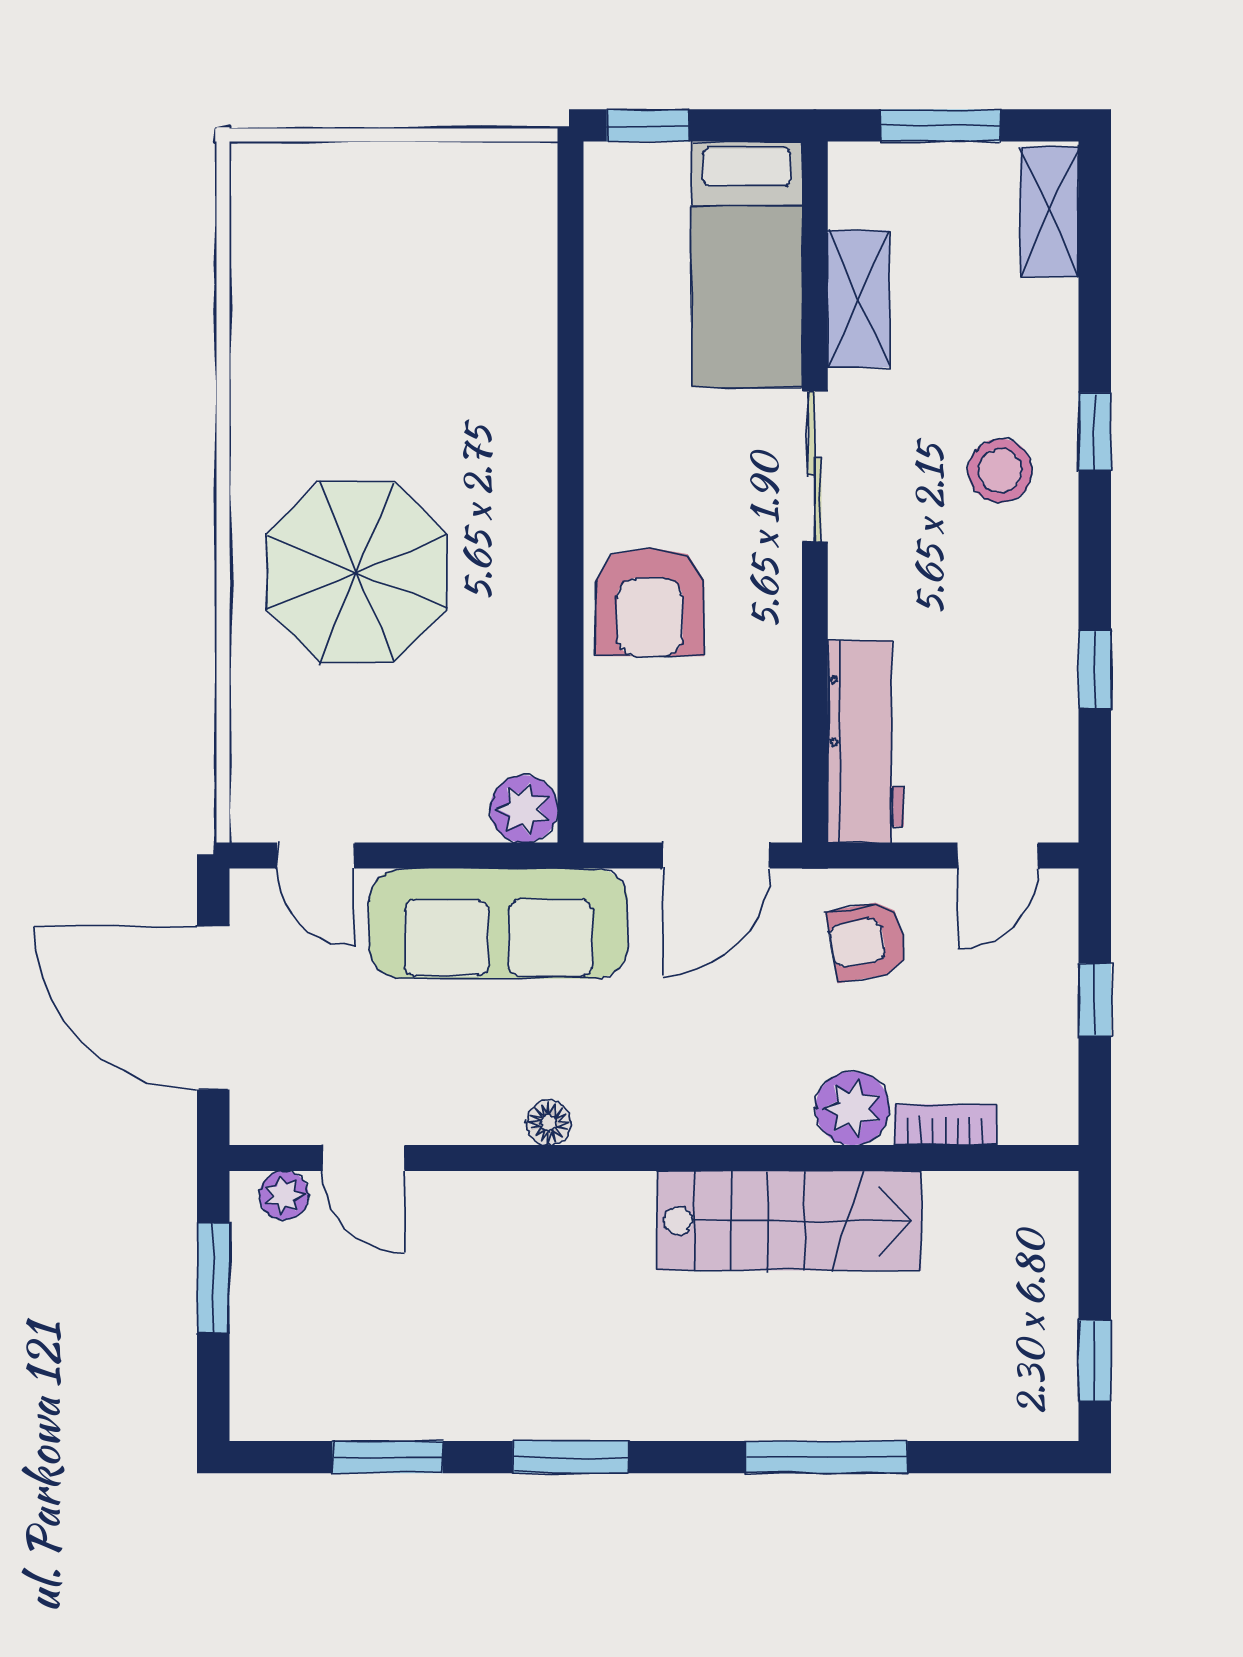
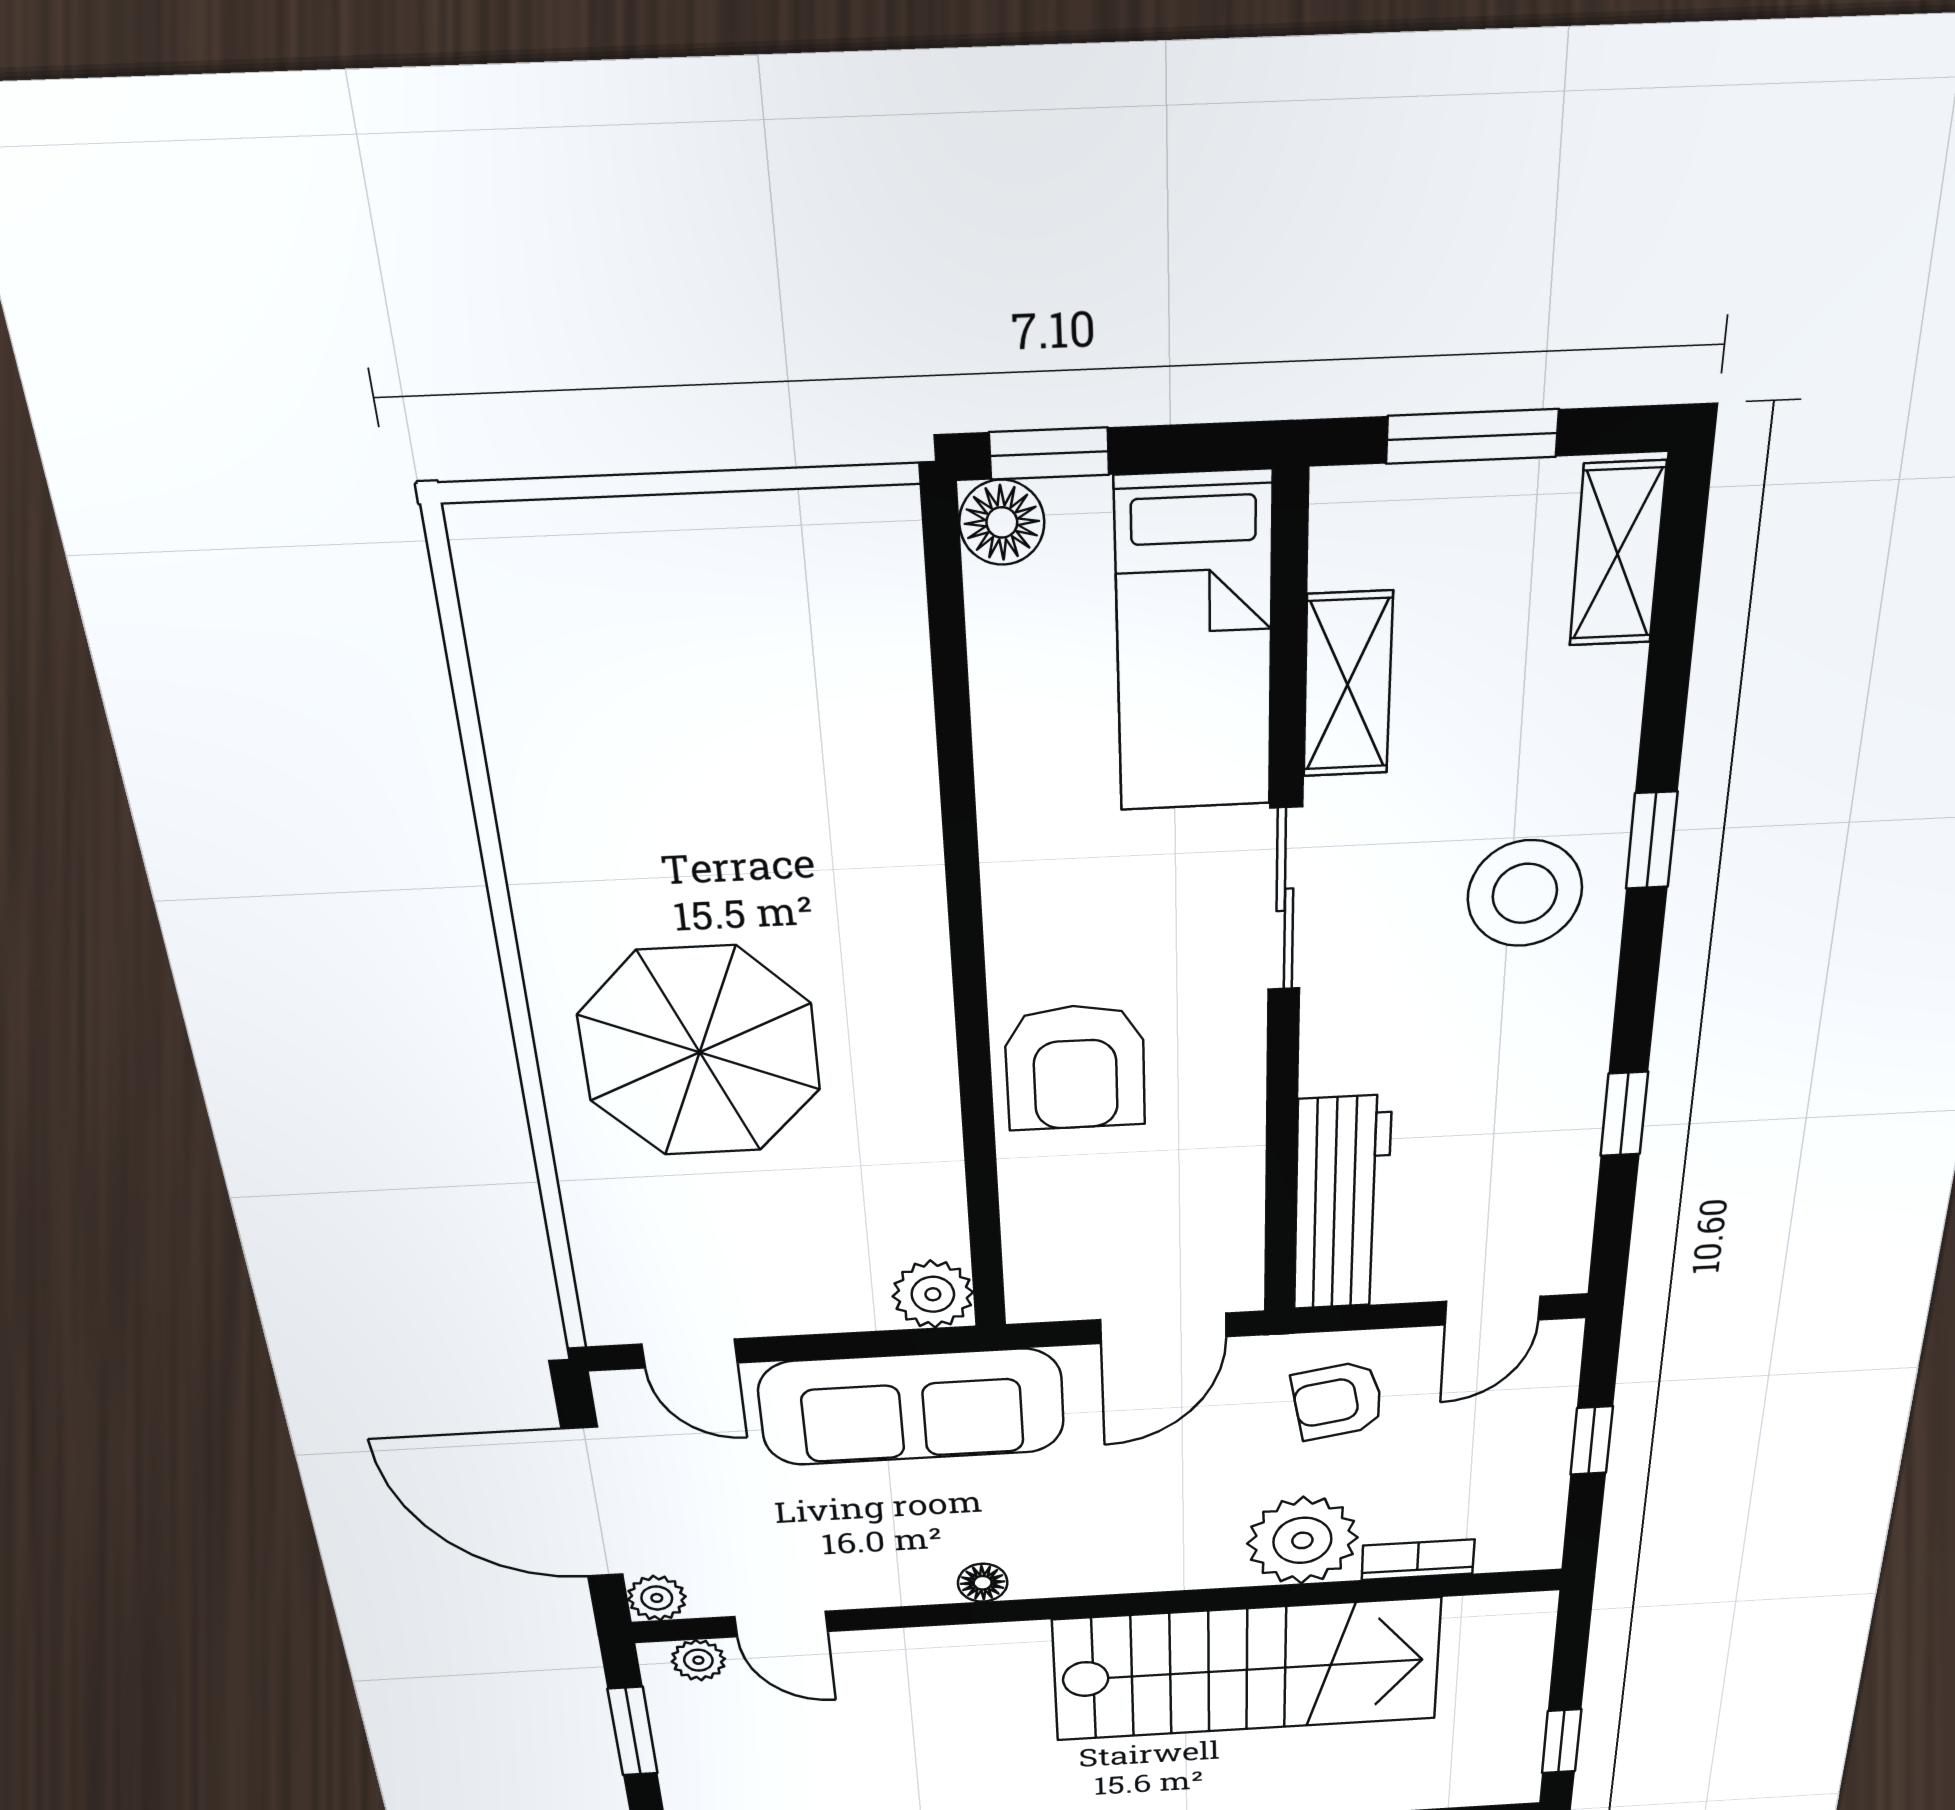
floor lamp: (613, 171) -> (1002, 522), added
stool: (1000, 471) -> (1525, 893), width x1.38, depth x1.38
plant: (852, 1108) -> (1302, 1540), width x1.36, depth x1.36
plant: (255, 1119) -> (657, 1598), added
stairs: (789, 1221) -> (1247, 1670), width x1.36, depth x1.51

